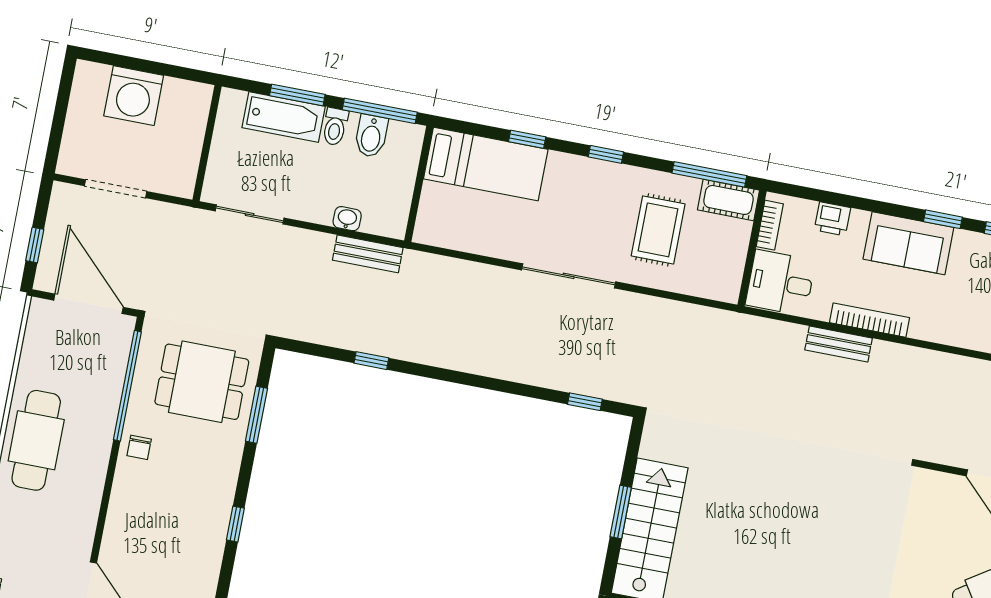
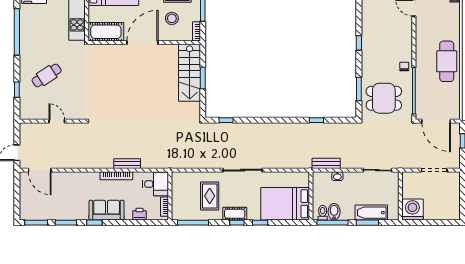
washing machine: (134, 96) -> (412, 210), moved
toilet: (335, 127) -> (323, 213), moved
window: (527, 139) -> (260, 223), moved
bed: (486, 164) -> (285, 204), width x1.50
cot: (728, 200) -> (235, 214), moved

